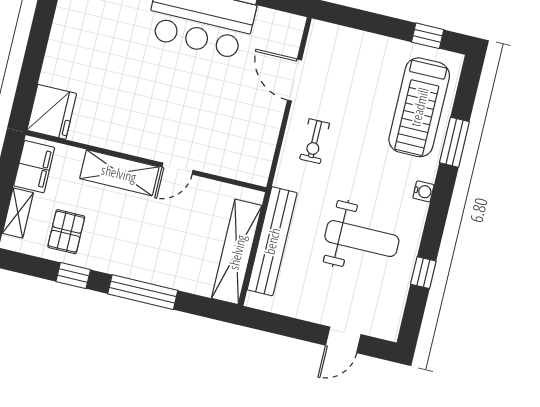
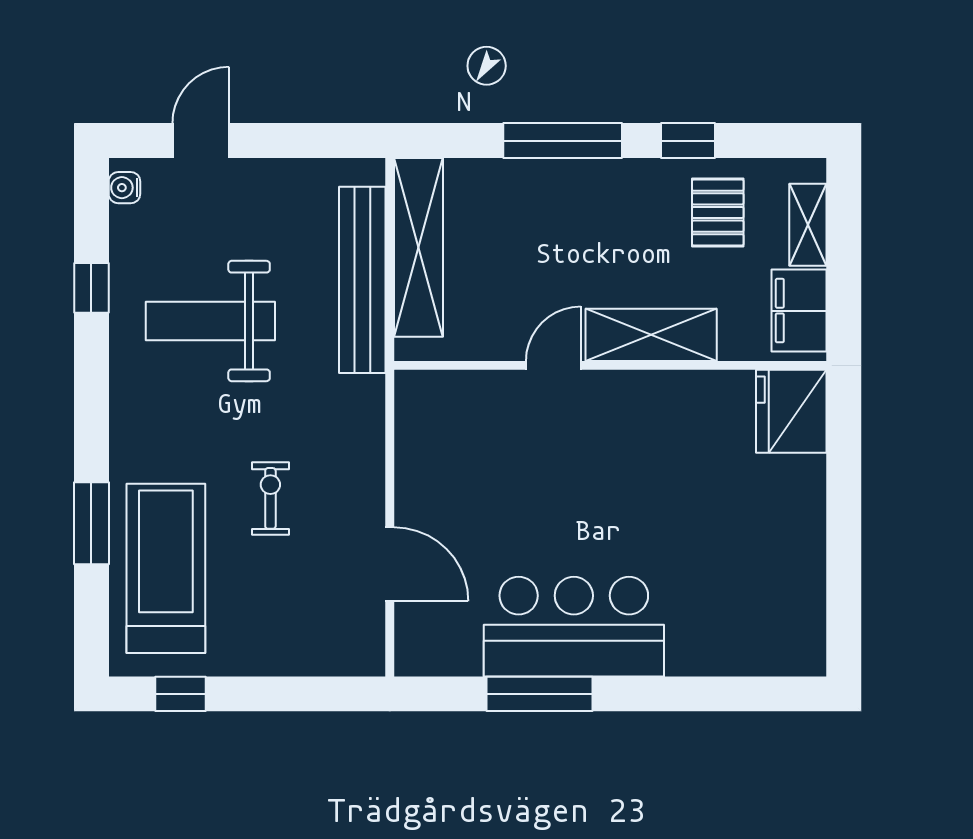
exercise bike: (315, 141) -> (270, 498), moved
water cooler: (423, 191) -> (124, 188), moved

